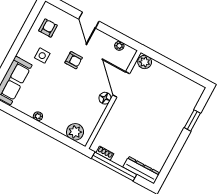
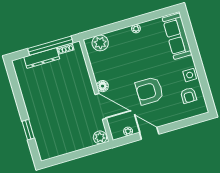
door: (89, 20) -> (149, 133), moved
side table: (42, 56) -> (190, 75), moved
armchair: (74, 60) -> (149, 91), width x1.88, depth x1.88
dresser: (141, 170) -> (42, 58), moved

